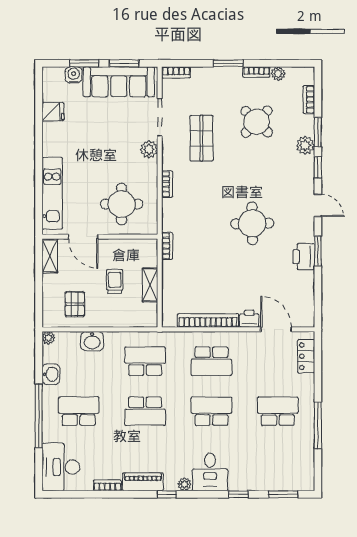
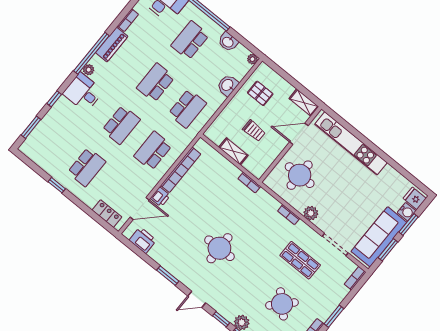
fridge: (53, 112) -> (415, 198), moved, turned 90
plant: (149, 149) -> (311, 213), moved
kitchen unit: (52, 193) -> (351, 143), width x1.36
printer: (304, 257) -> (143, 240), moved
school desk: (79, 411) -> (190, 40), turned 180
window: (318, 425) -> (57, 185), width x0.46
window: (167, 494) -> (91, 53), width x3.17

